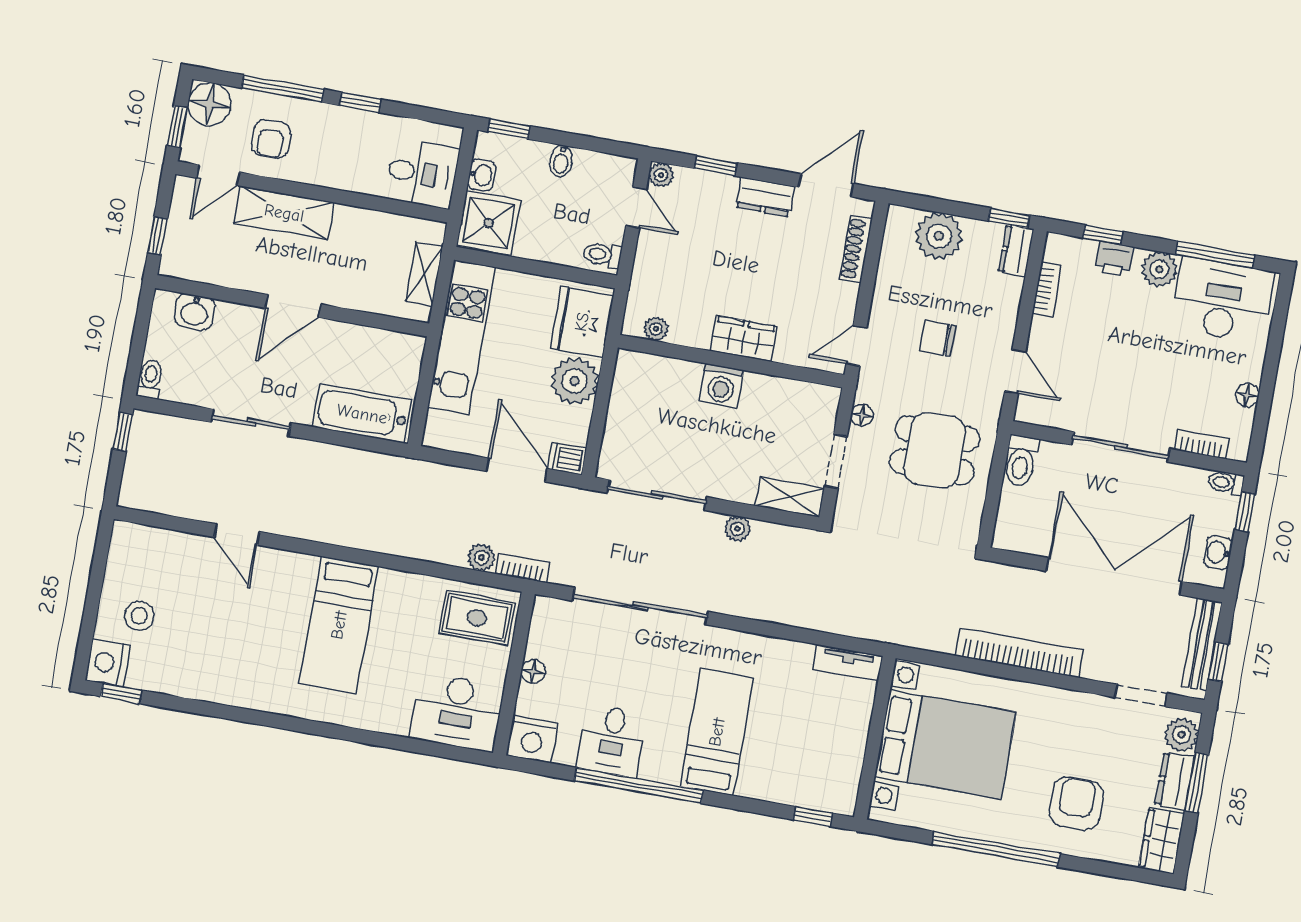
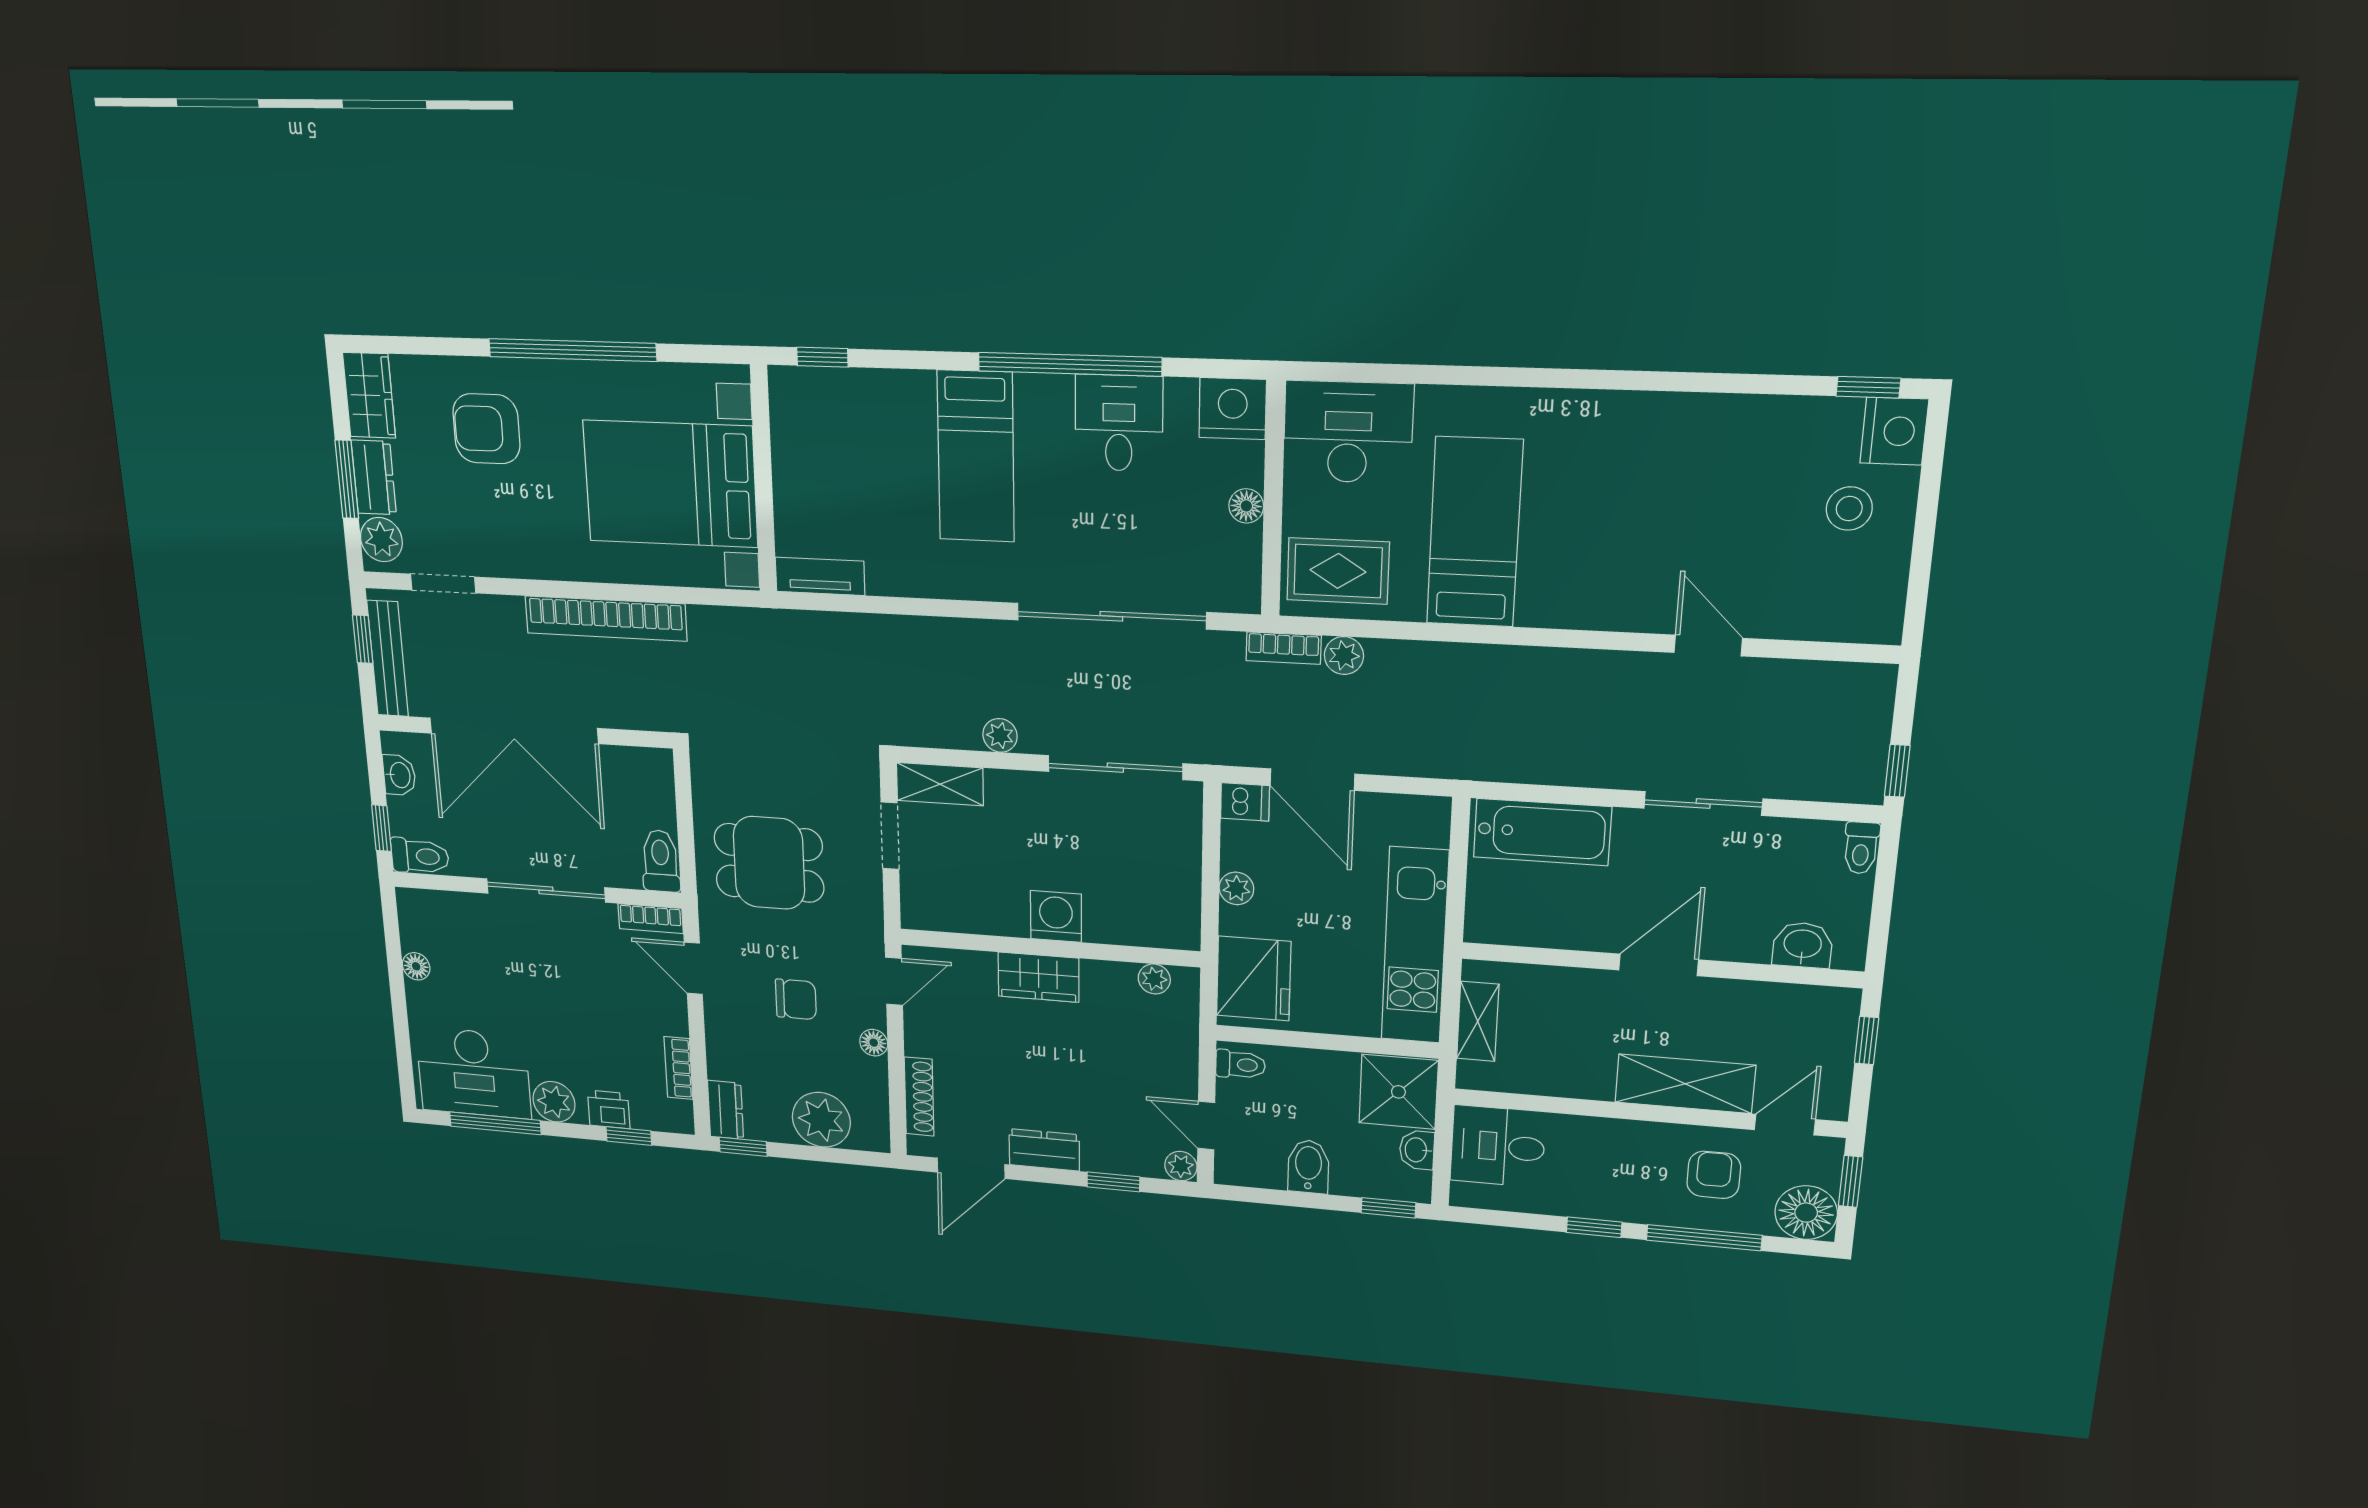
bidet: (561, 161) -> (1308, 1167), width x1.38, depth x1.36
plant: (575, 381) -> (1236, 888), width x0.53, depth x0.53
floor lamp: (862, 415) -> (874, 1043), moved
bookcase: (1201, 444) -> (651, 919), moved
toilet: (1226, 483) -> (420, 856), width x1.37, depth x1.39
bed: (339, 625) -> (1474, 532), moved
armchair: (1076, 804) -> (486, 429), turned 90

